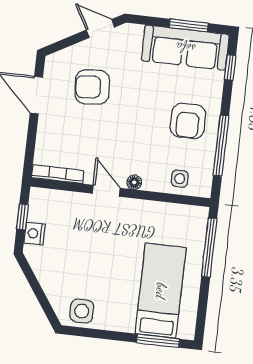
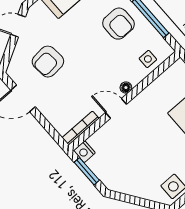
window: (22, 217) -> (87, 171), width x1.50
nightstand: (34, 233) -> (84, 152), moved

